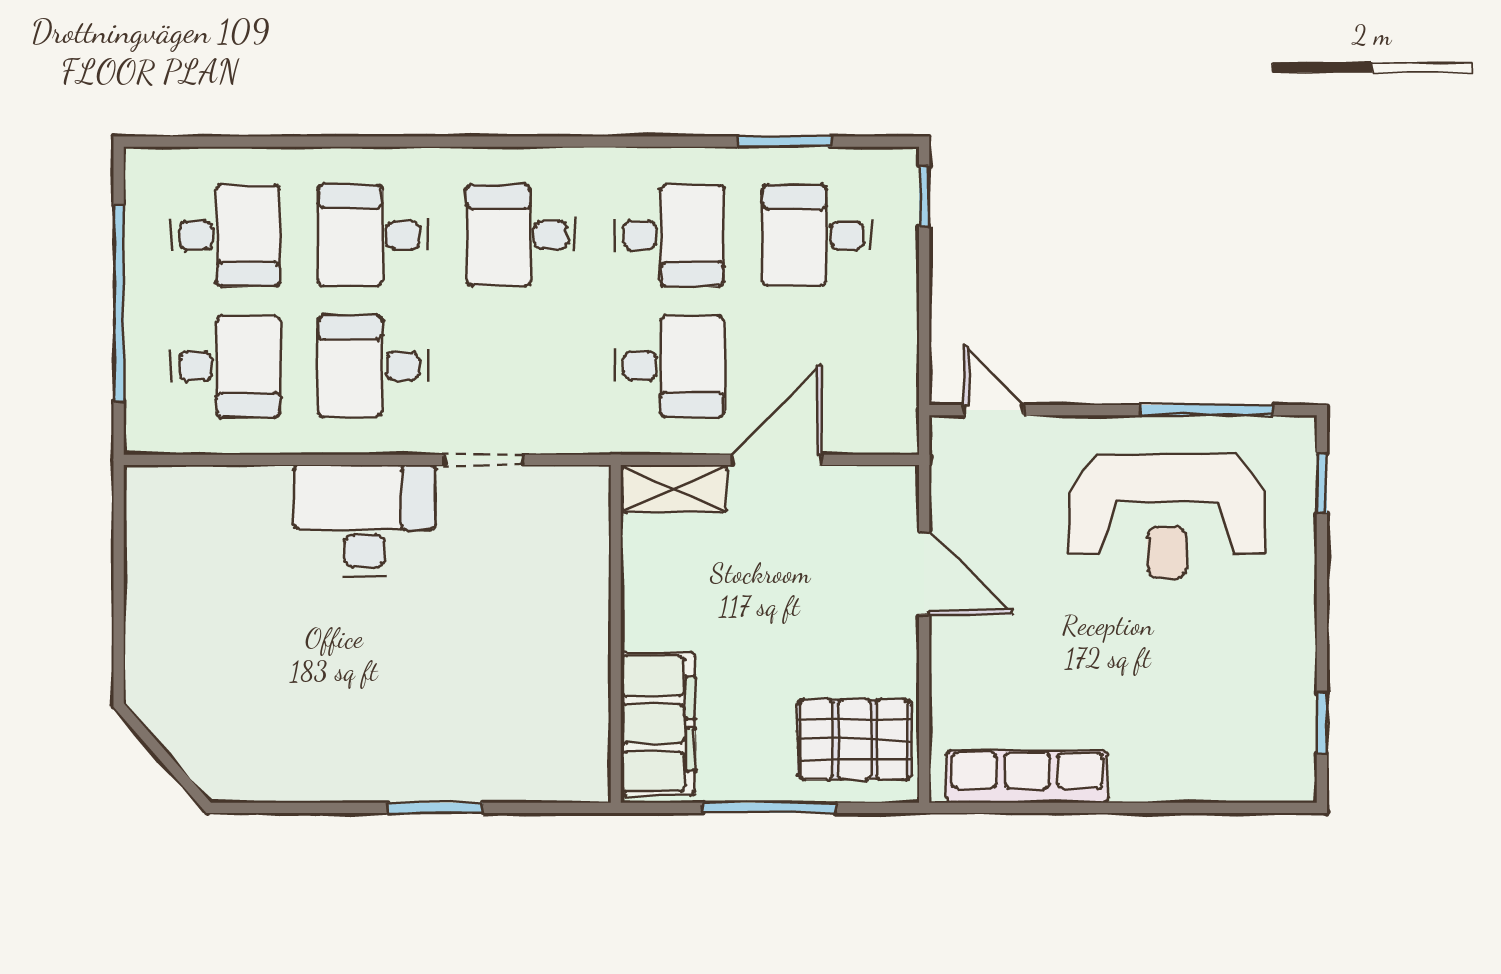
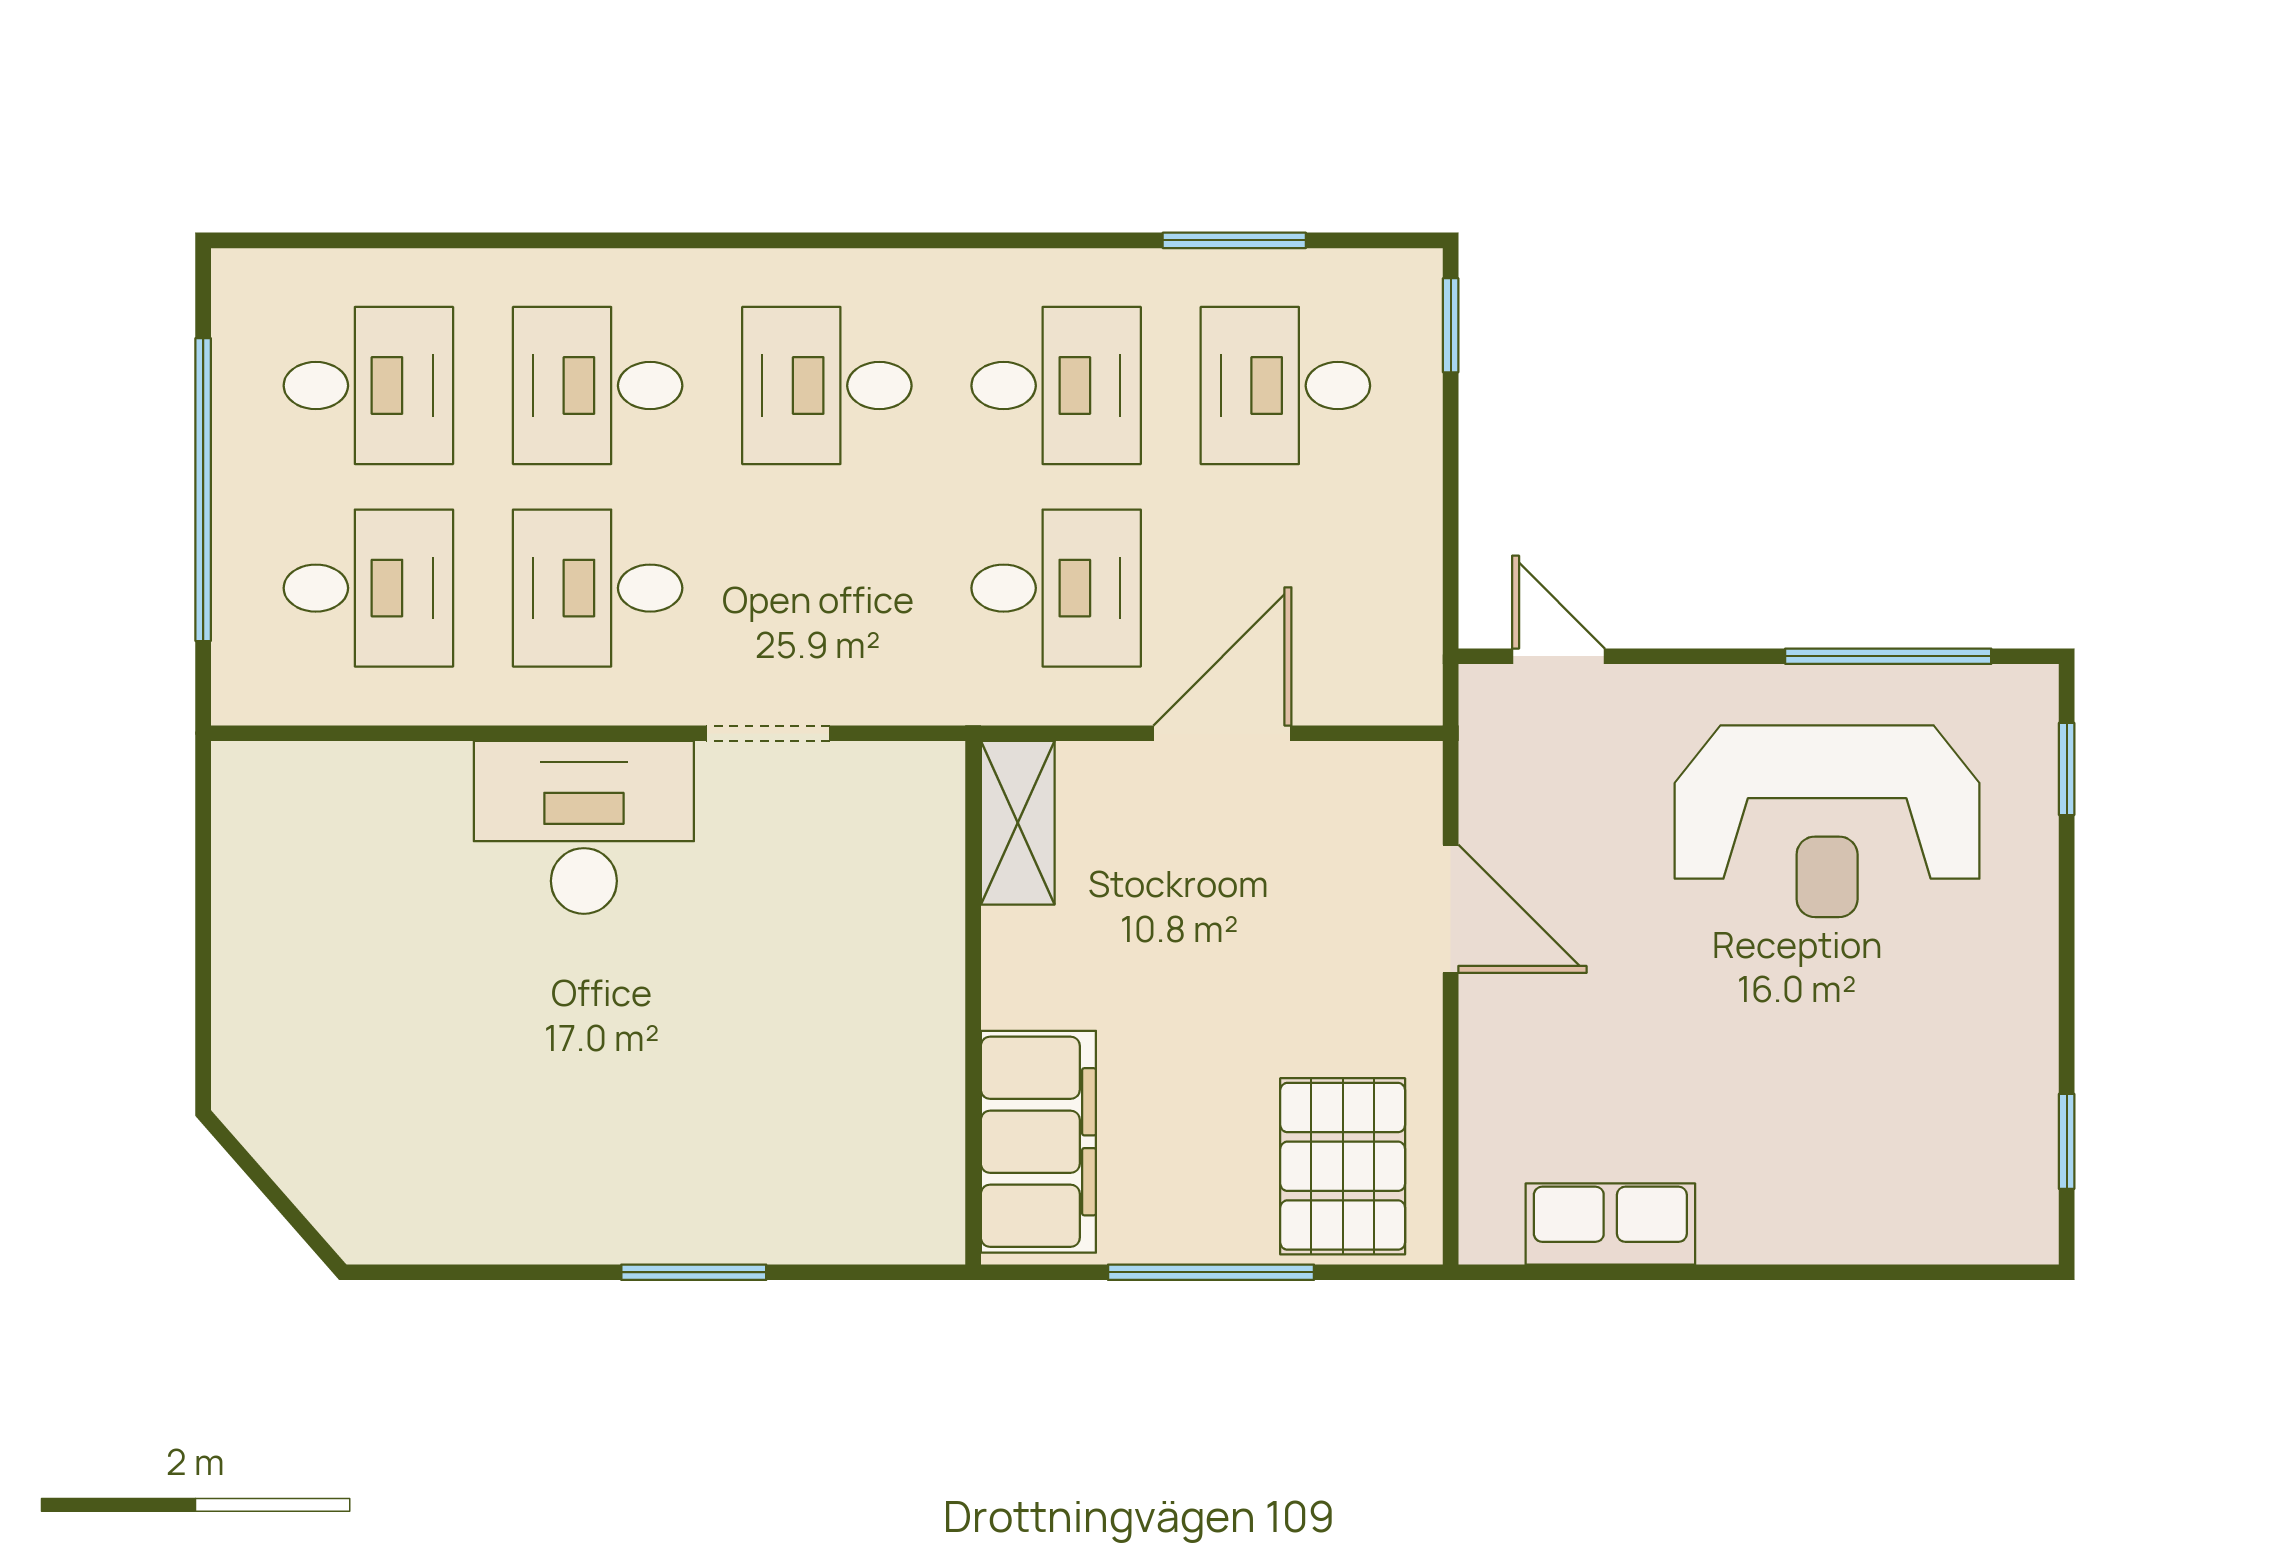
shelving: (674, 489) -> (1018, 823), moved, turned 90
pallet: (854, 739) -> (1343, 1166), turned 90
row of seats: (1027, 777) -> (1610, 1224), width x0.68

